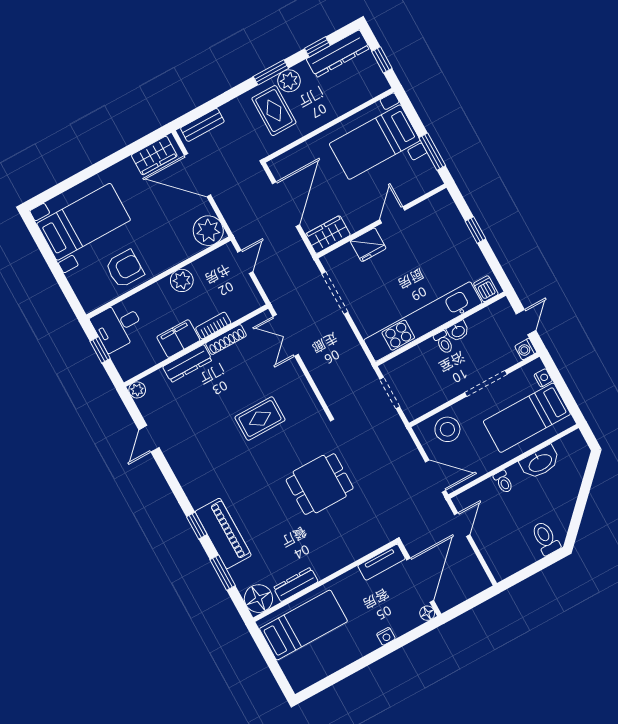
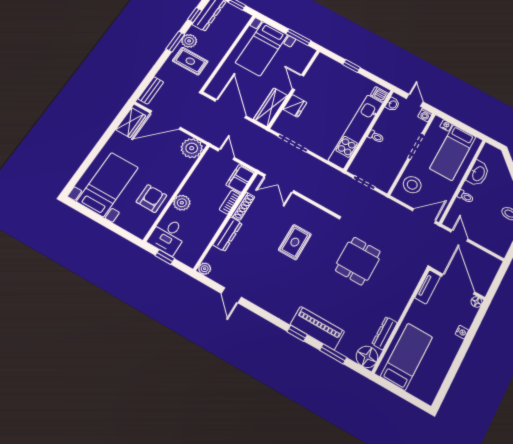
wardrobe: (328, 235) -> (271, 107), width x1.50
plant: (182, 280) -> (182, 203), moved
washbasin: (458, 331) -> (393, 104), moved
filing cabinet: (178, 339) -> (240, 179), moved

